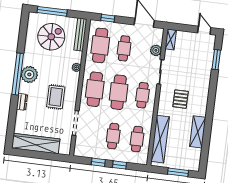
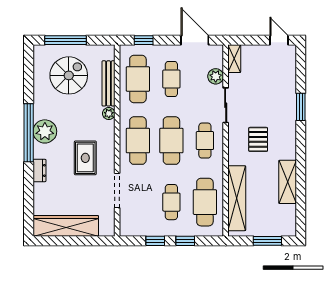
bench: (80, 35) -> (109, 83), moved
window: (216, 60) -> (301, 107), moved
cafe table: (137, 139) -> (205, 202), width x1.37, depth x1.35

